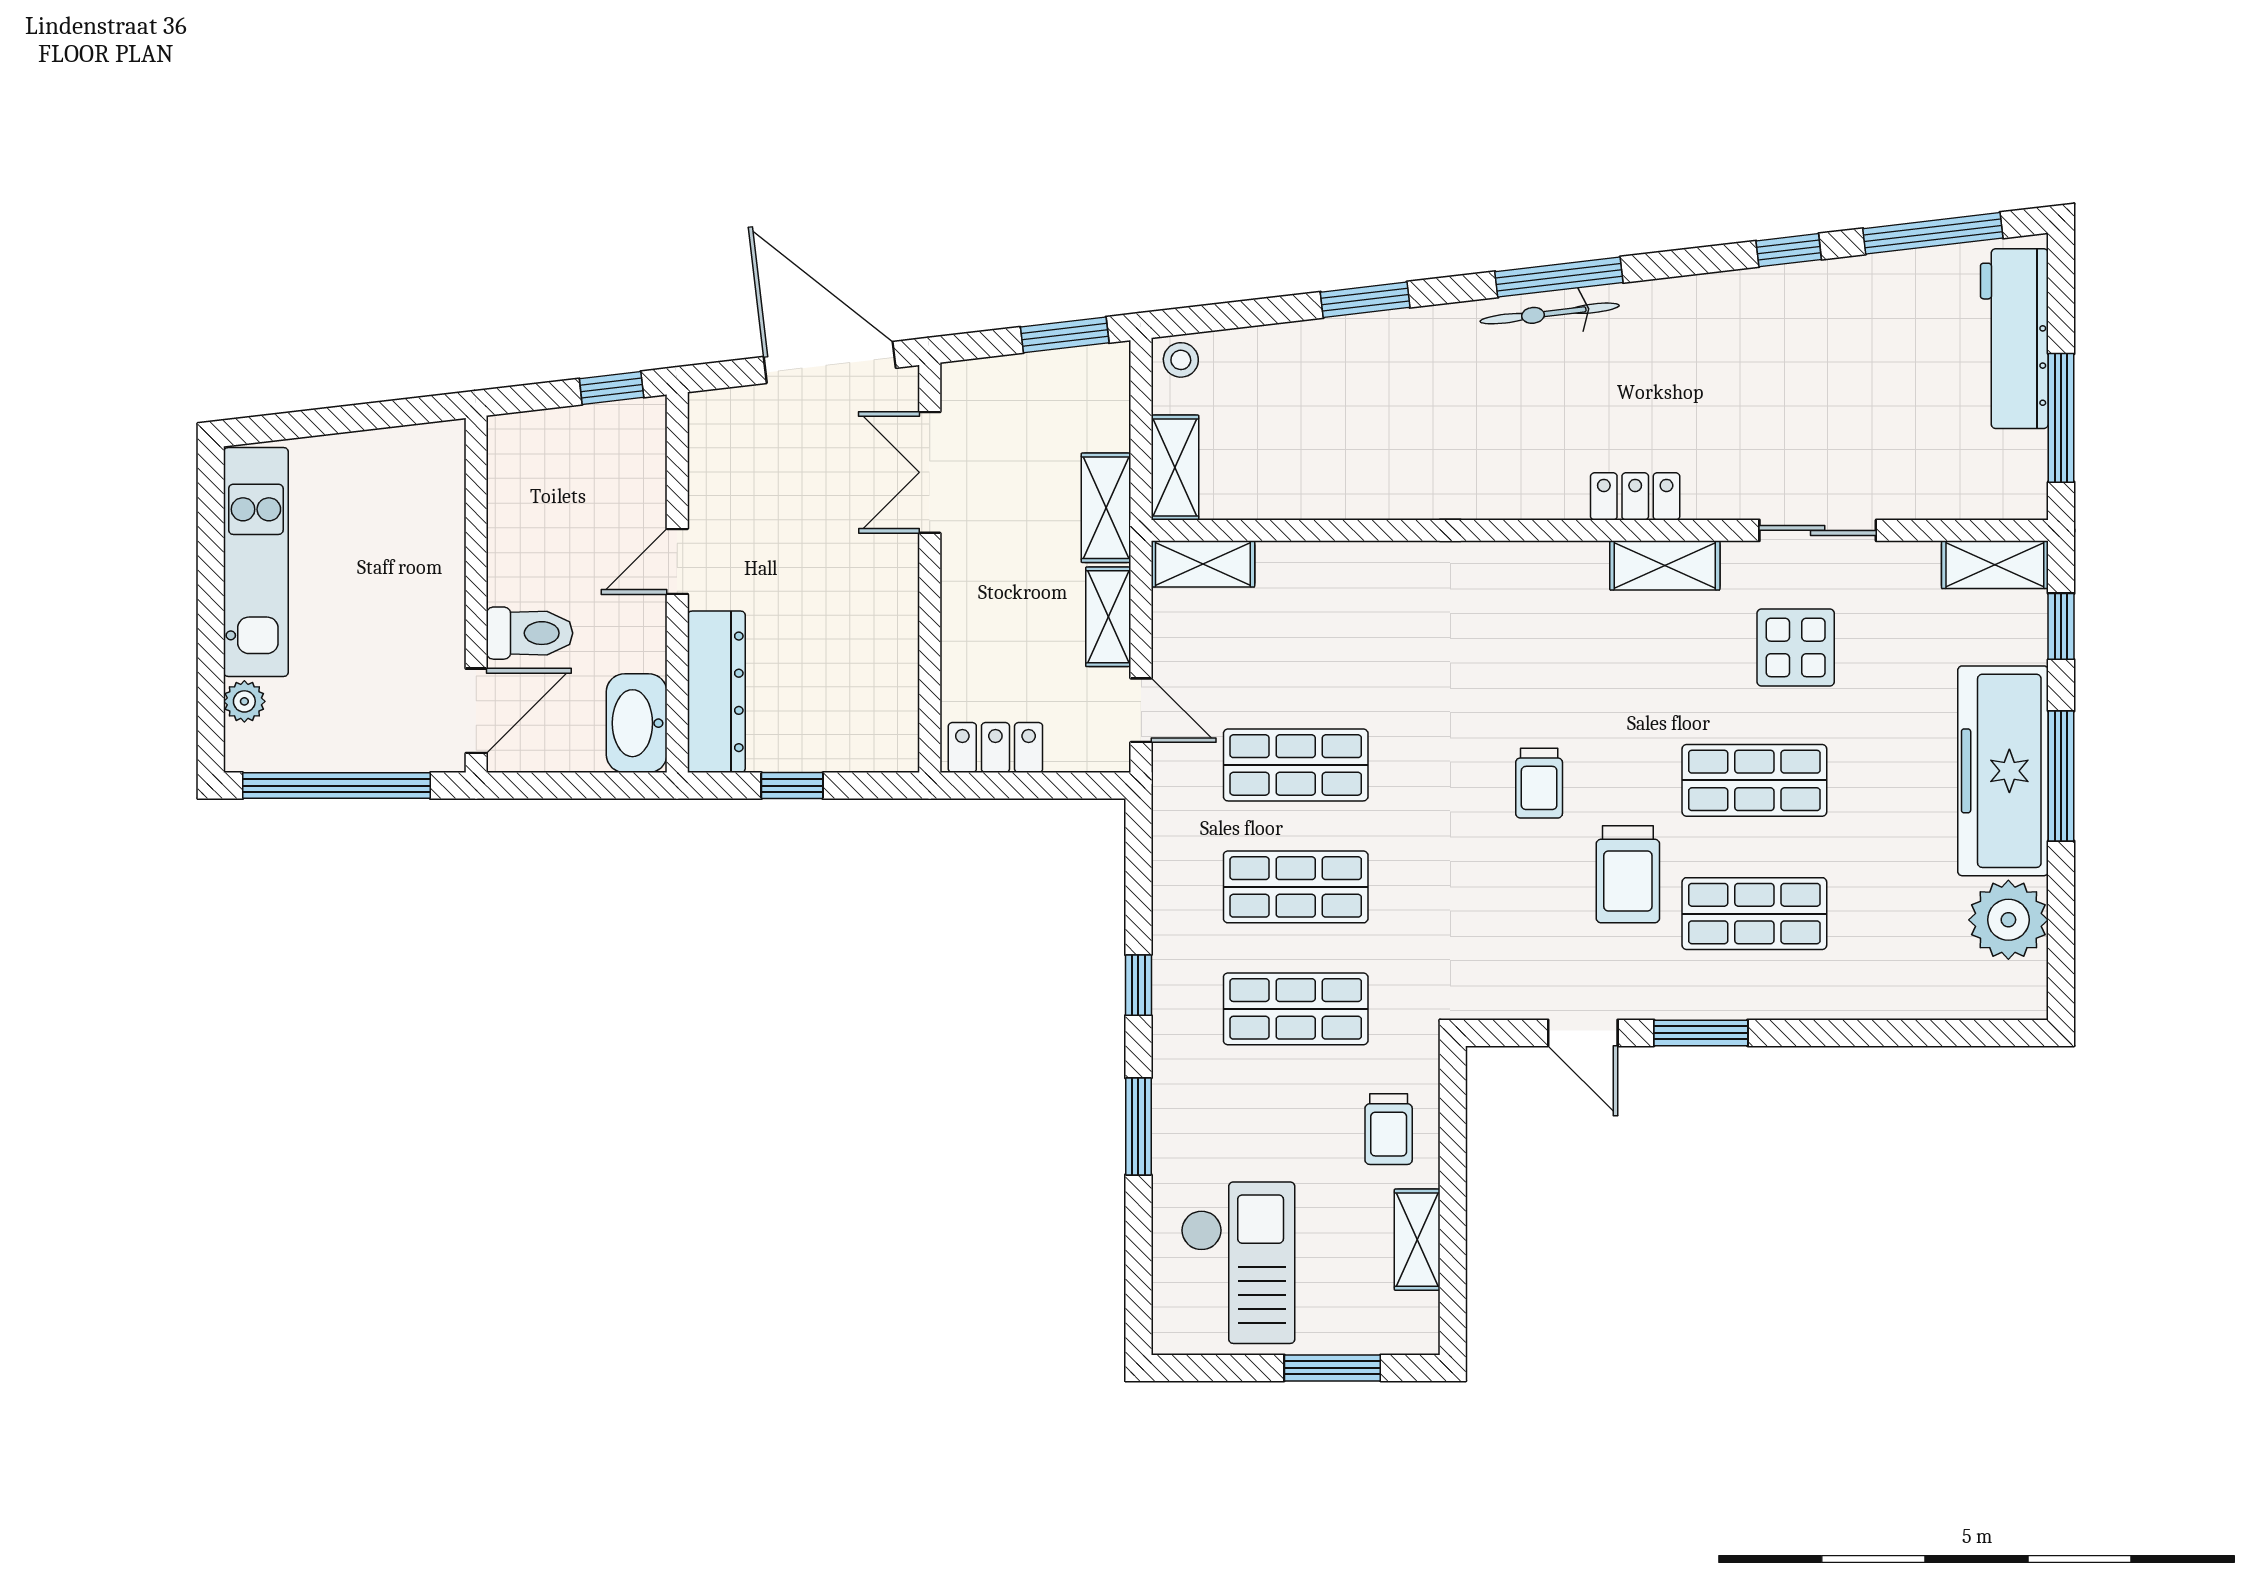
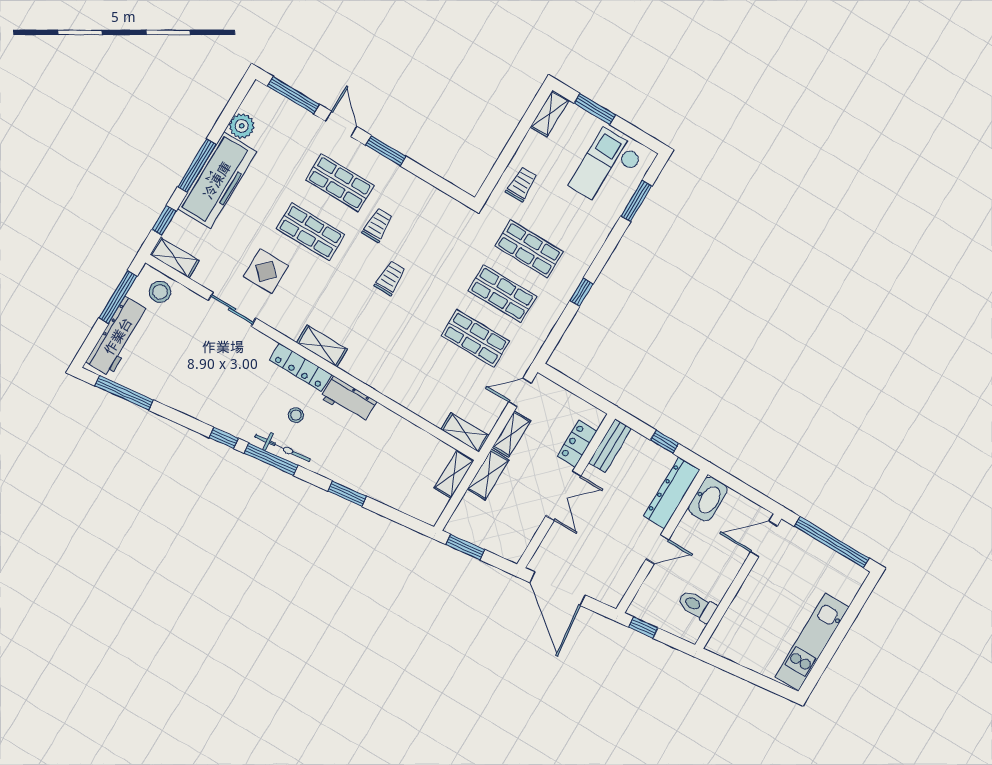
window: (1789, 250) -> (224, 438), moved
stool: (1181, 360) -> (296, 415), moved
double door: (930, 472) -> (563, 496), moved
stool: (1983, 479) -> (160, 292), added
workbench: (1476, 490) -> (348, 400), added
locker: (1635, 496) -> (301, 367), width x1.53
shelving: (1665, 565) -> (322, 346), moved
toilet: (530, 633) -> (697, 606), moved
plant: (244, 701) -> (847, 593), removed
door: (1141, 710) -> (520, 393), hinge flipped
bench: (897, 712) -> (610, 446), added
locker: (995, 748) -> (577, 444), moved, turned 90
trolley: (1628, 874) -> (377, 225), width x0.73, depth x0.72
plant: (2008, 920) -> (242, 126), width x0.73, depth x0.73
door: (1583, 1033) -> (341, 124), moved
window: (1953, 1033) -> (293, 95), added
window: (1138, 1126) -> (636, 201), moved
shelving: (1417, 1240) -> (550, 114), moved

